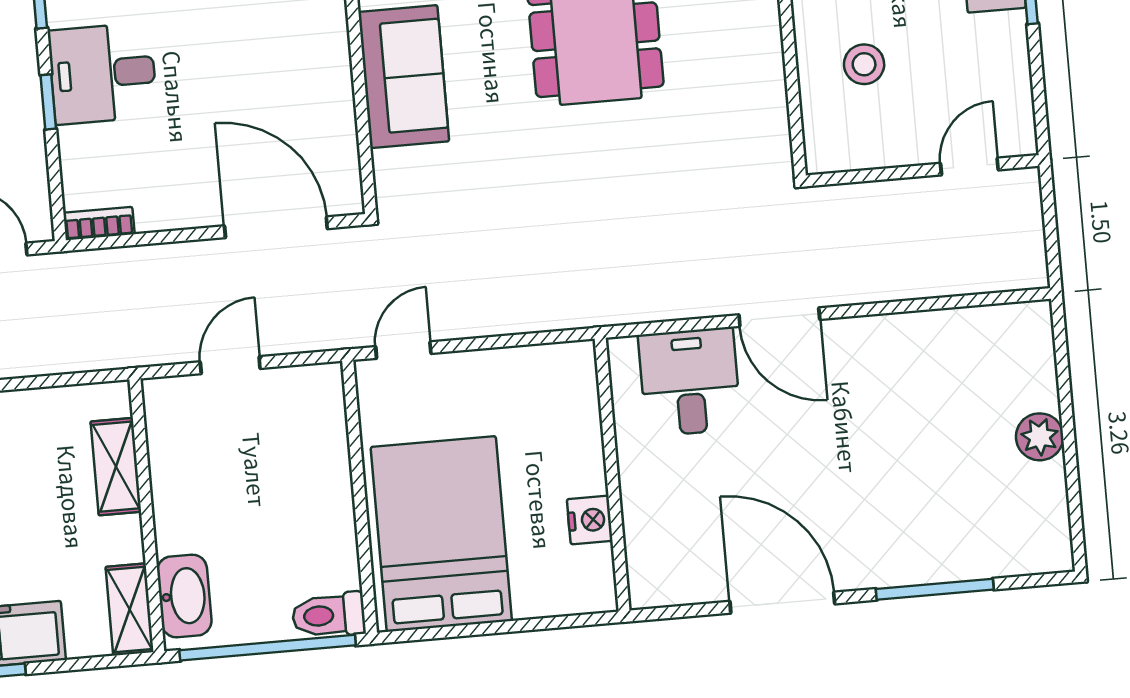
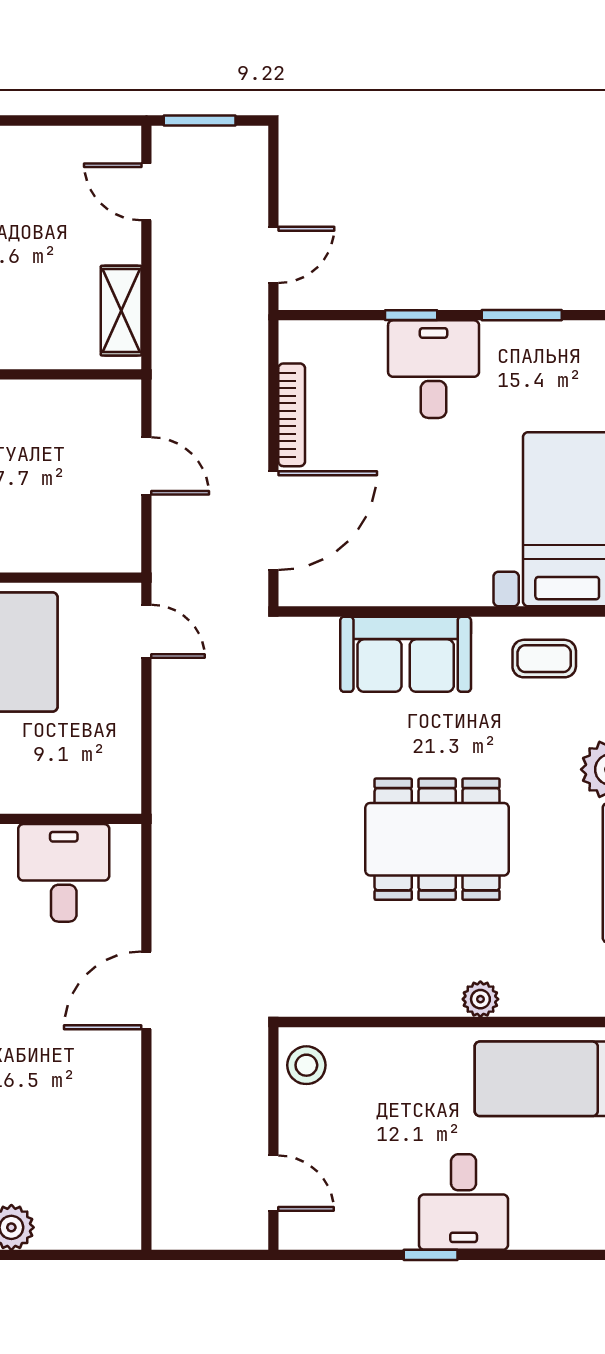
stool: (864, 64) -> (306, 1065), moved
bookcase: (99, 223) -> (292, 415), moved, width x1.56
desk: (690, 382) -> (64, 873), moved, turned -90
shelving: (116, 467) -> (121, 311), moved, turned 90

